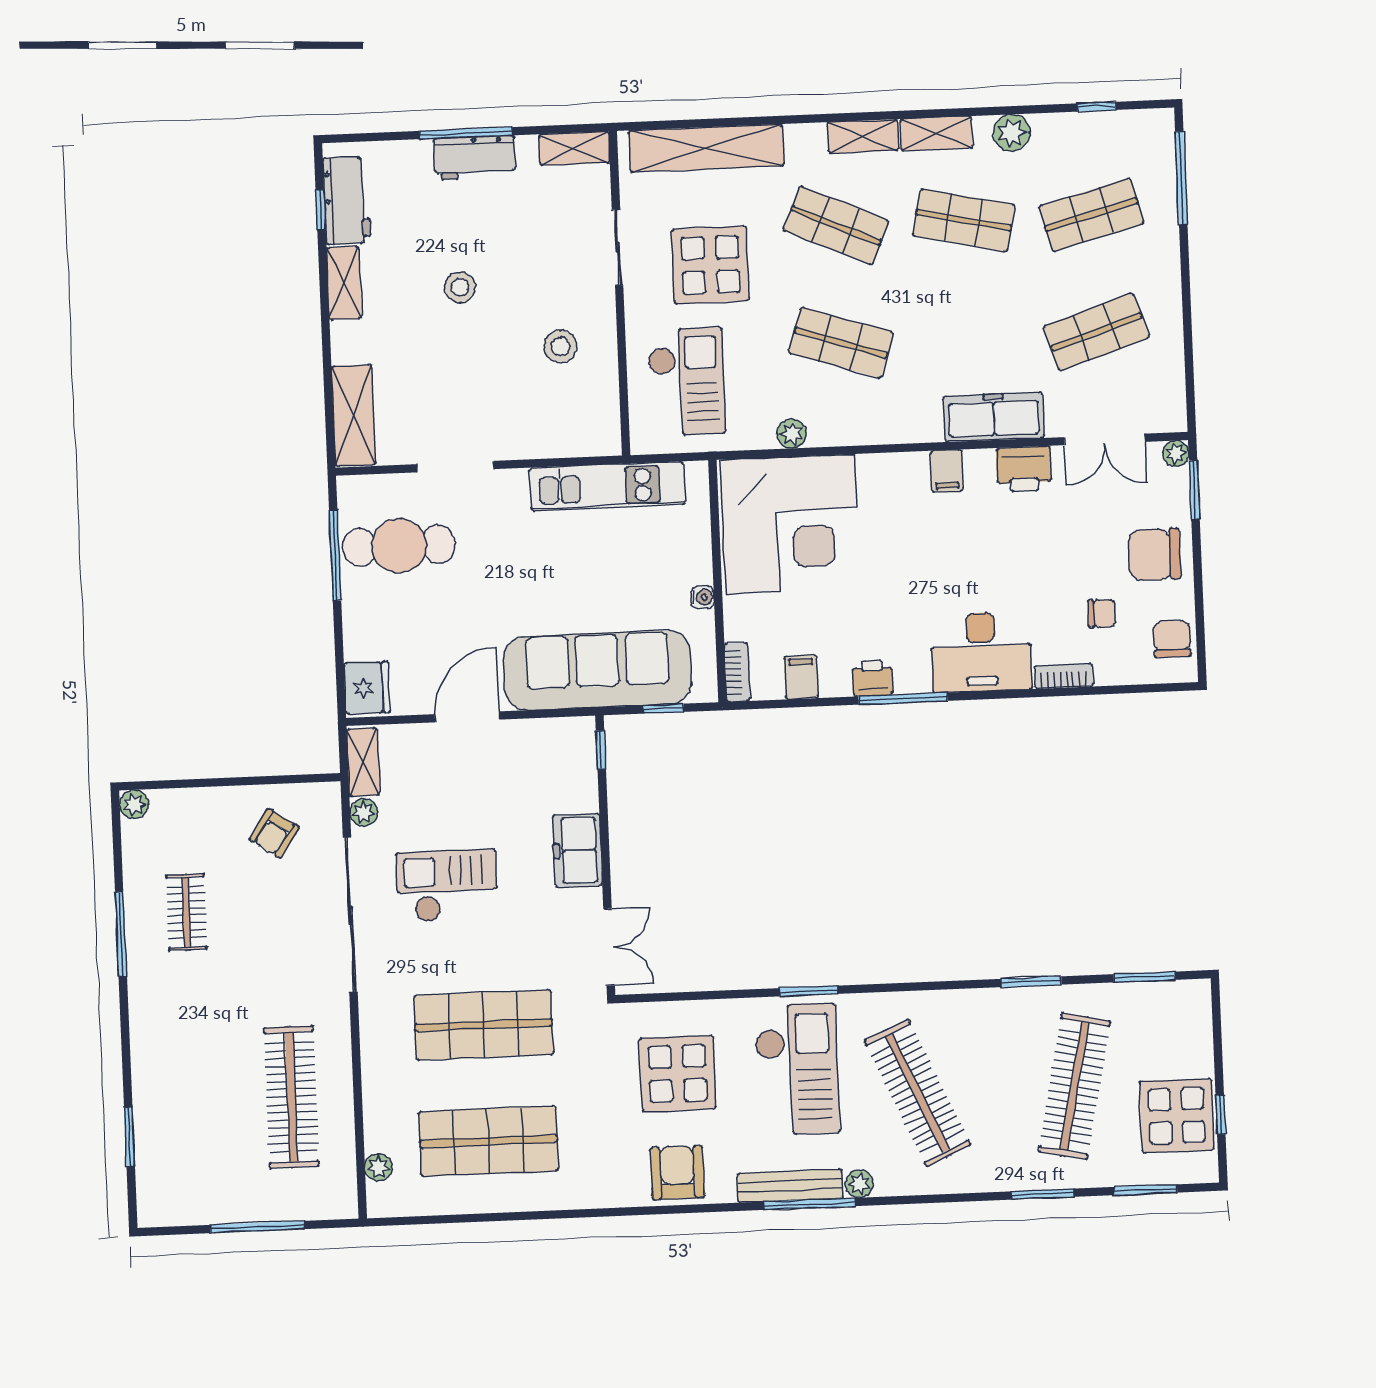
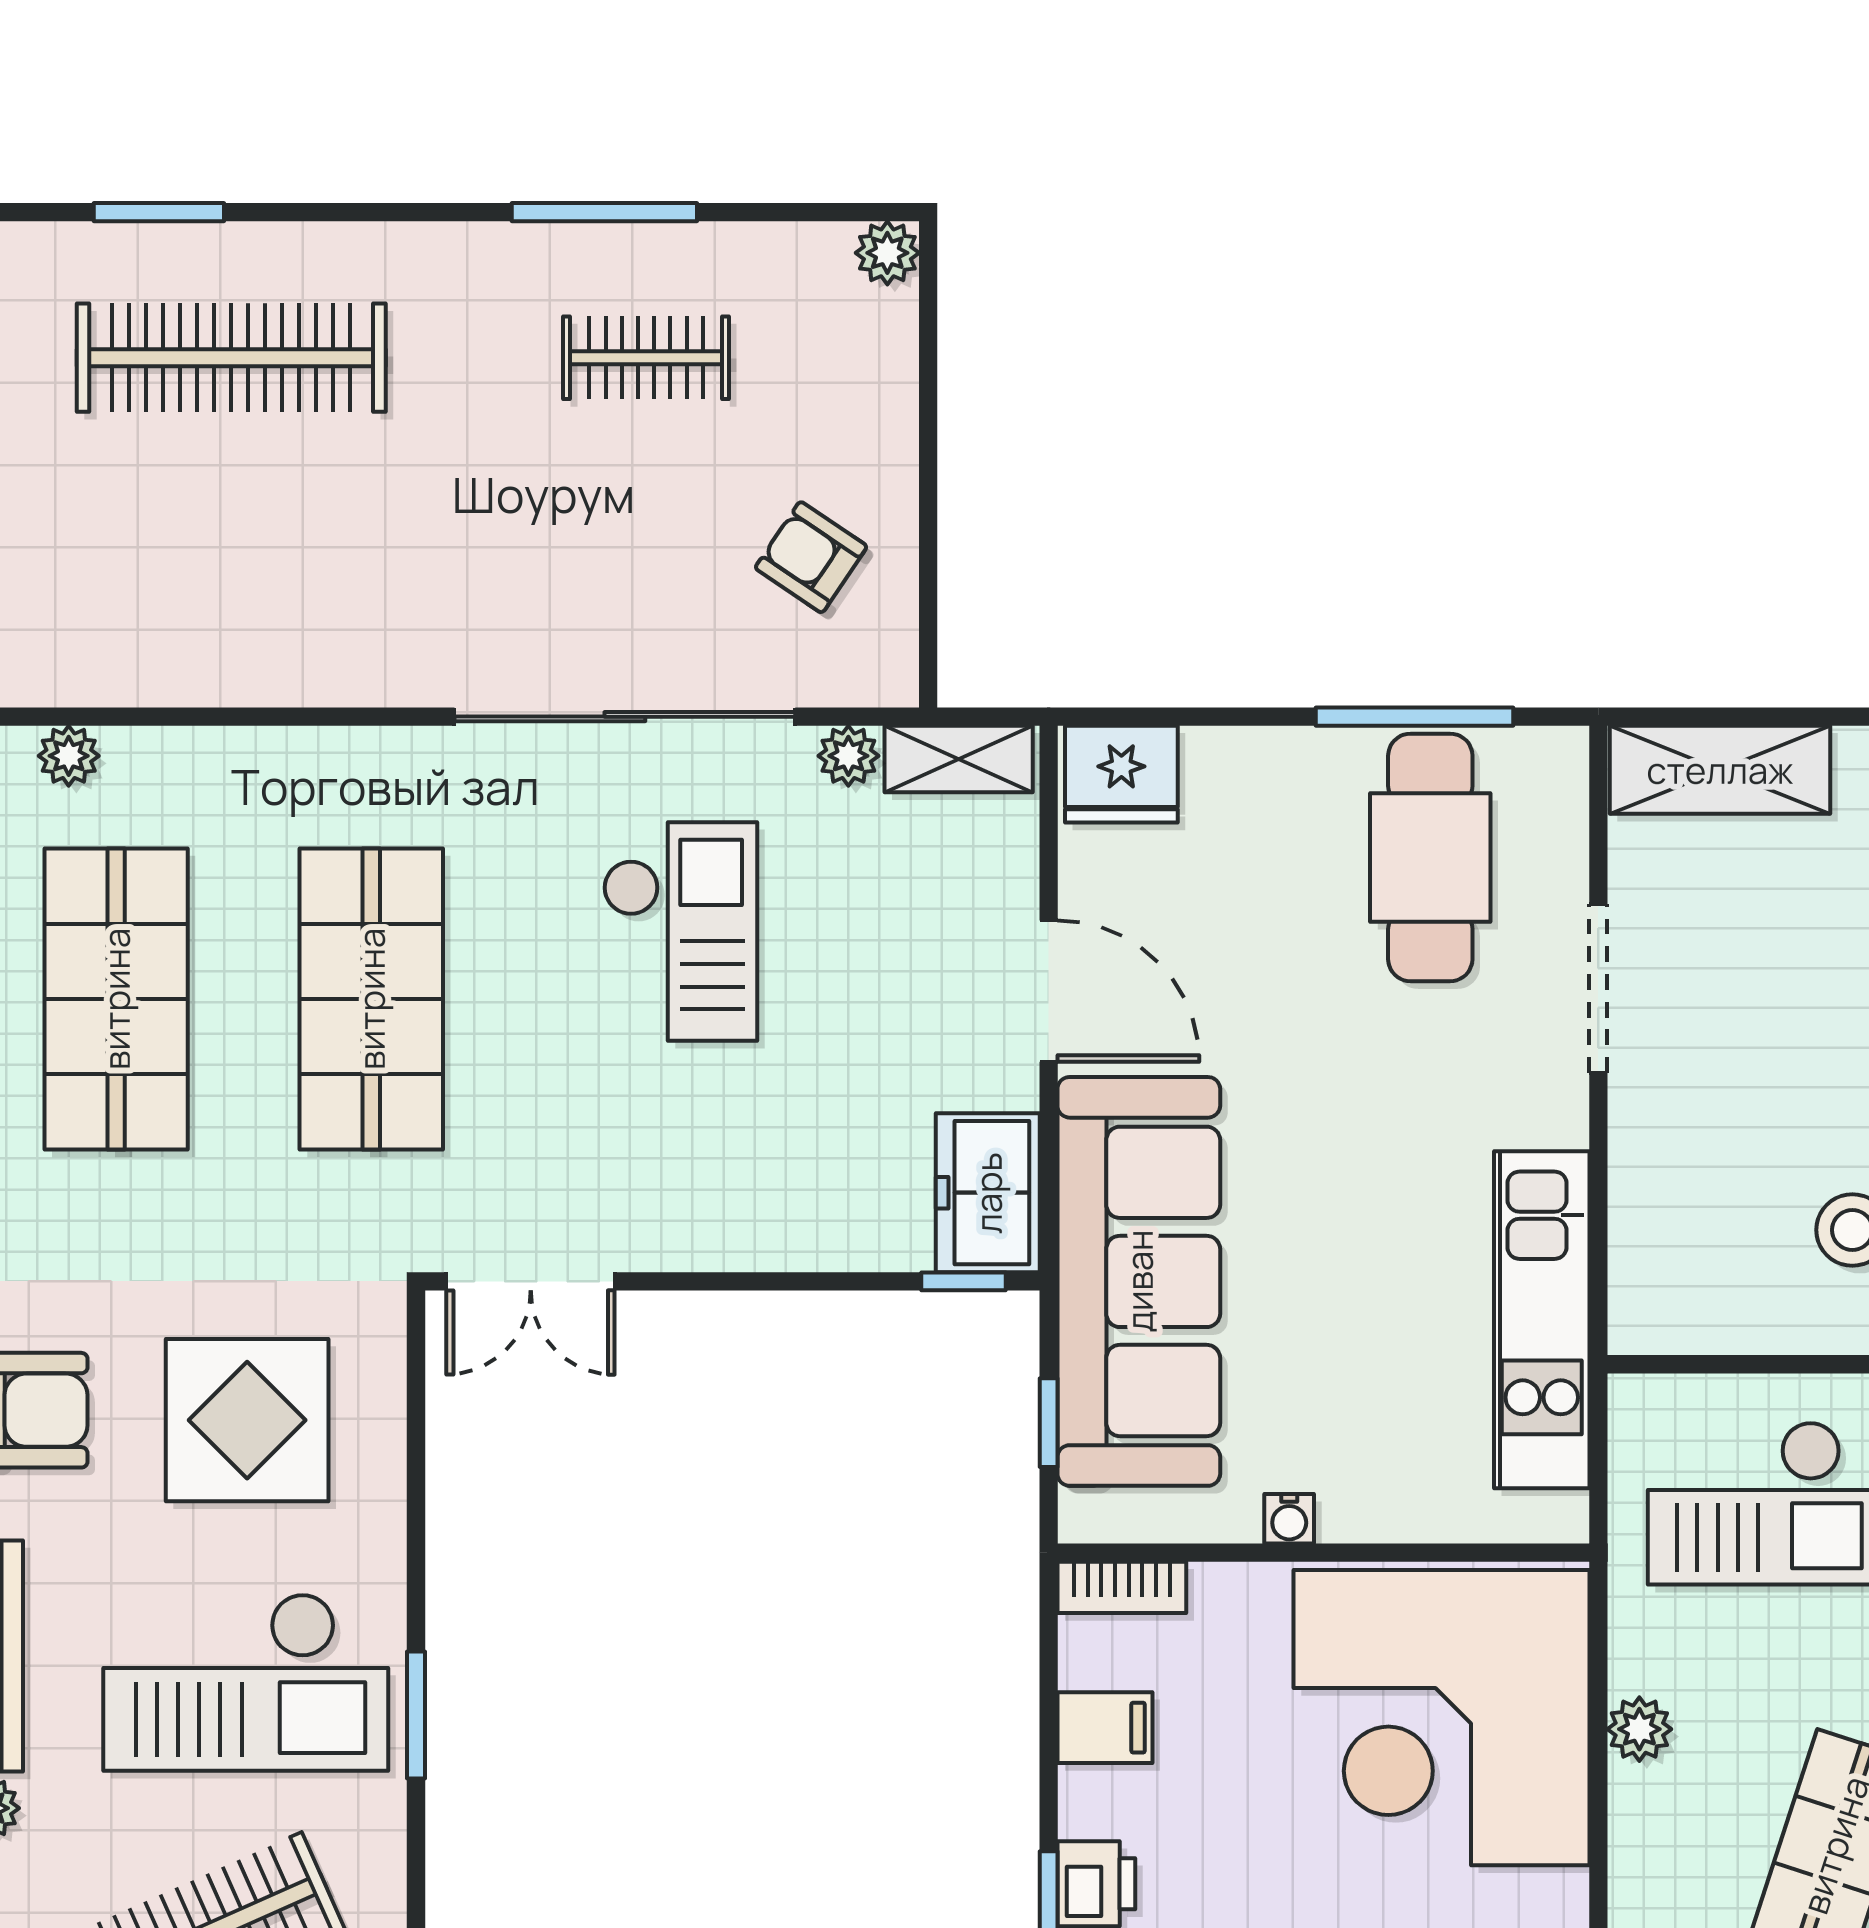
freezer: (577, 850) -> (988, 1193), moved, turned -90
clothes rail: (291, 1097) -> (231, 358), moved

